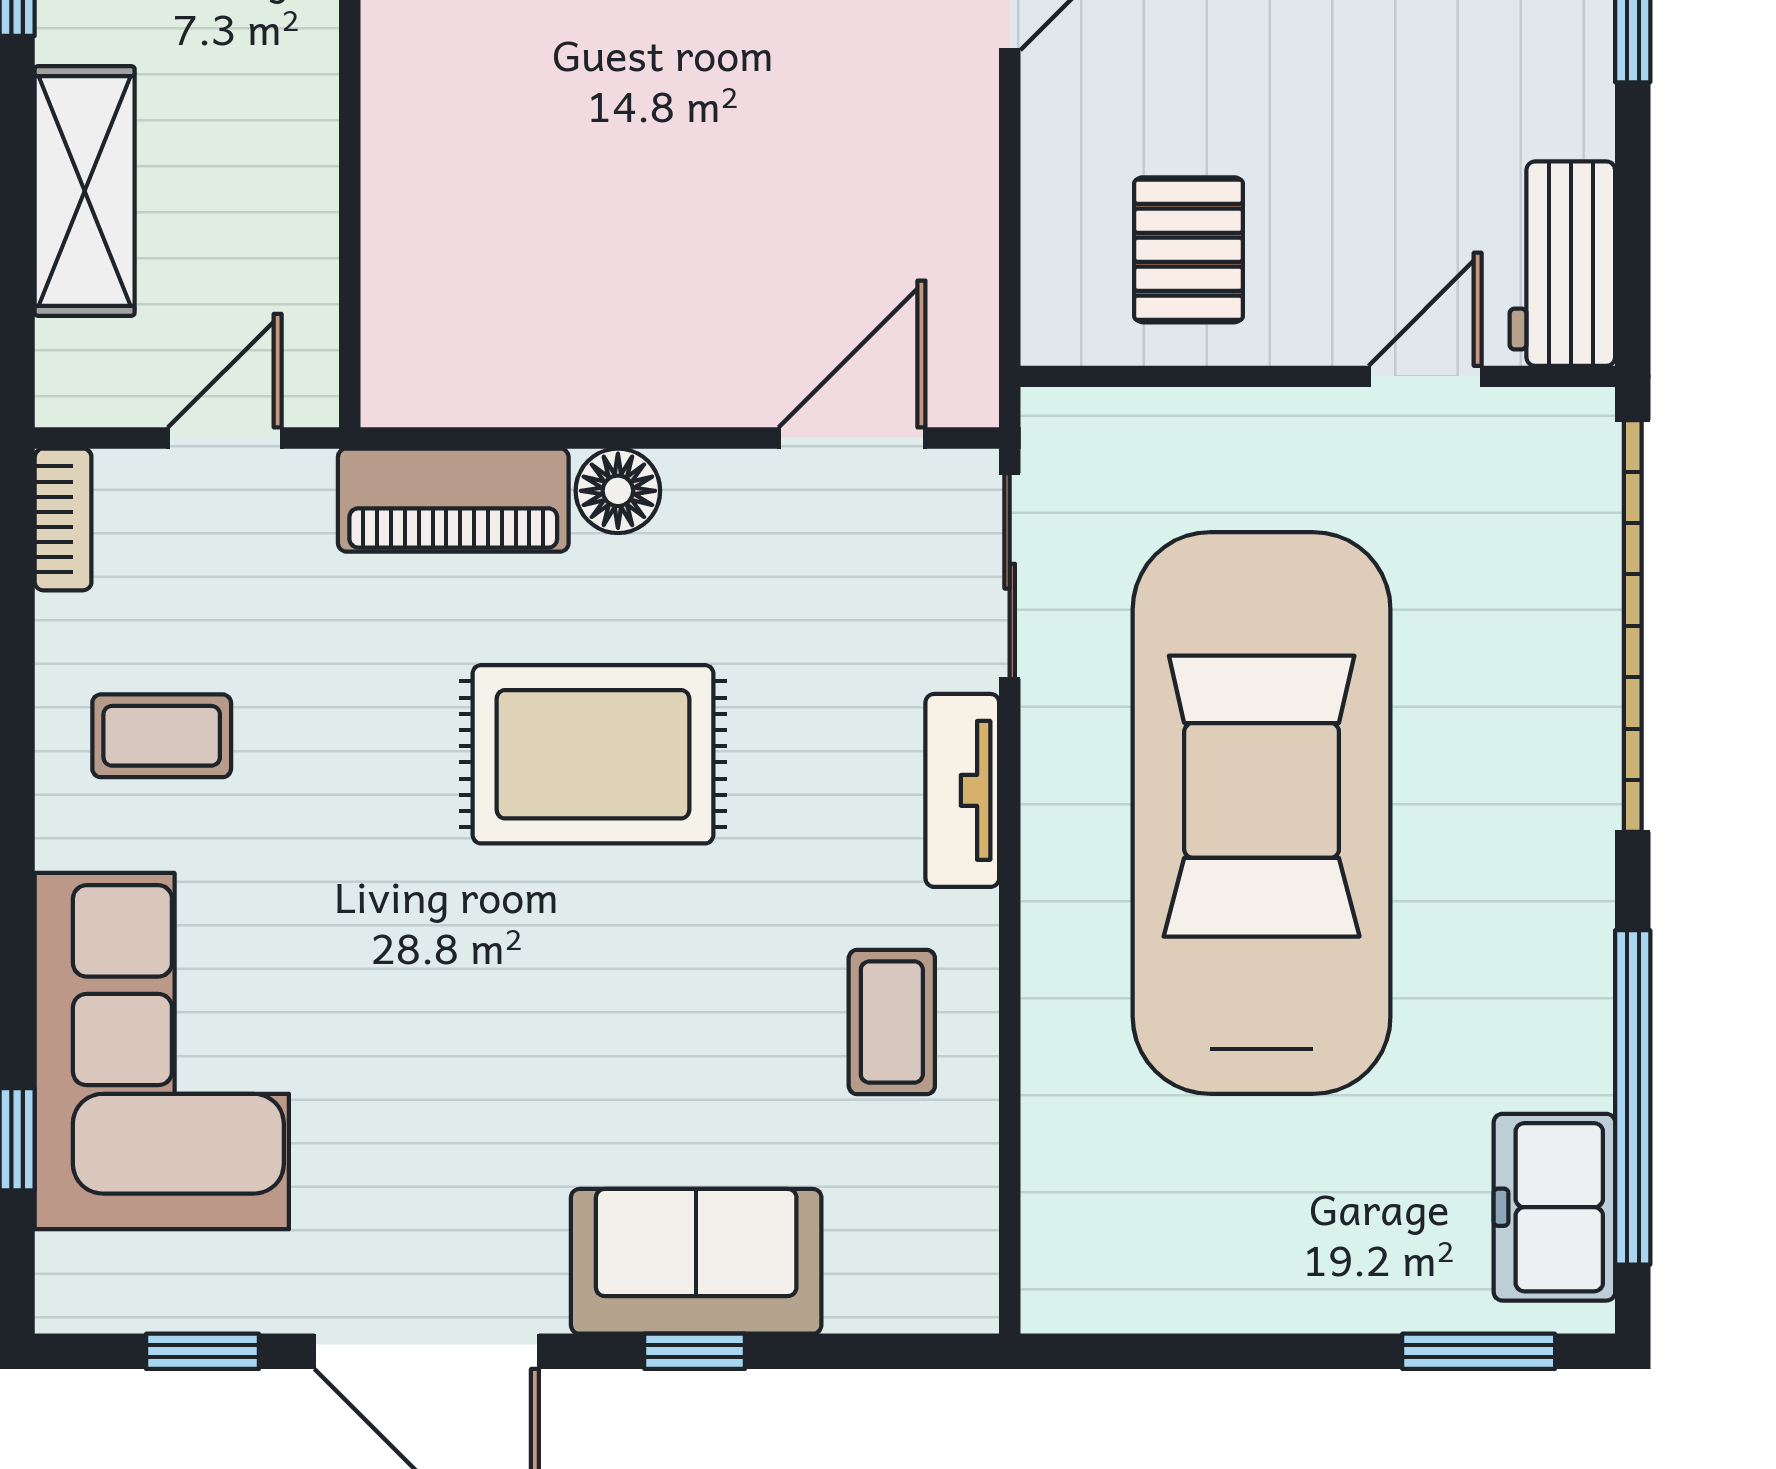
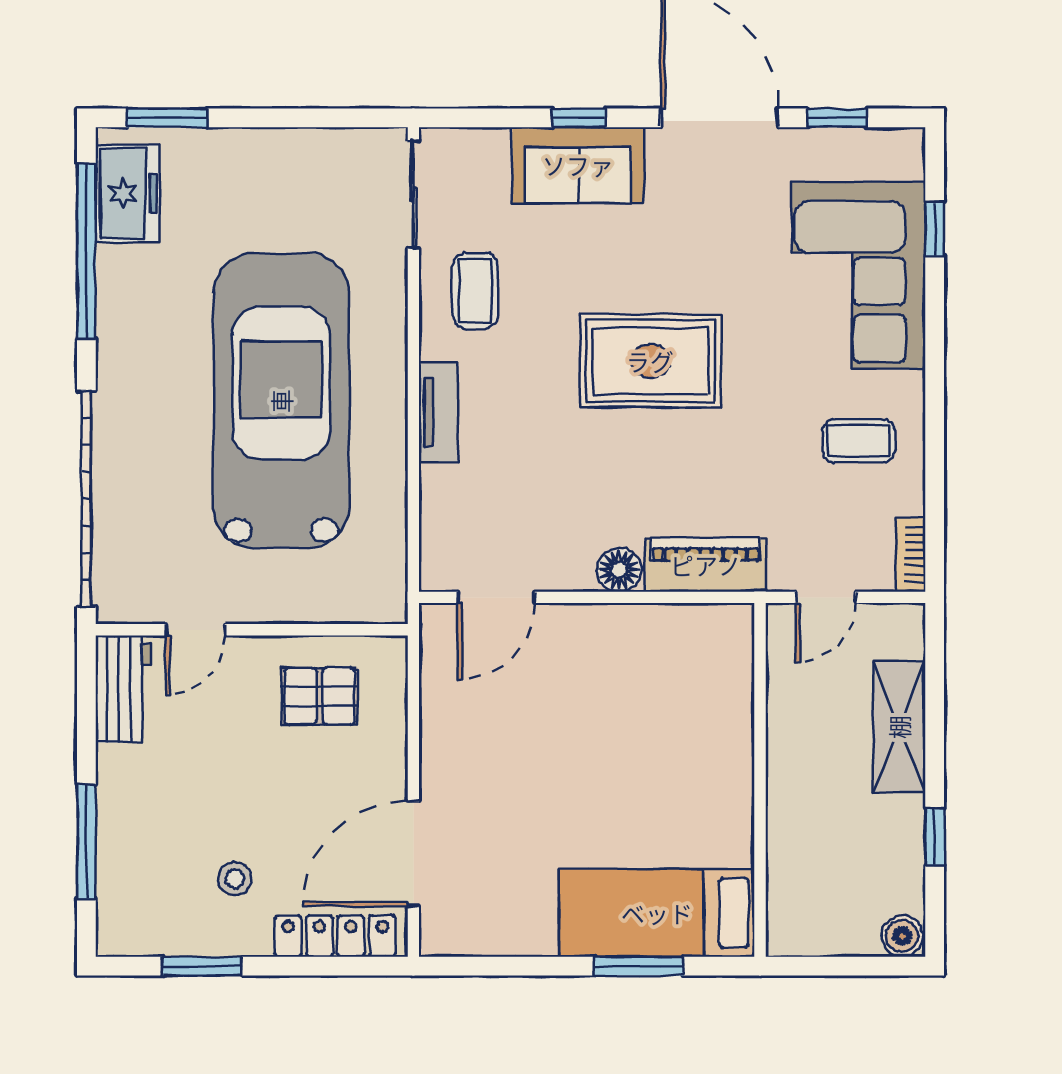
pallet: (1189, 250) -> (320, 696), turned 90
sliding door: (1010, 576) -> (413, 194), moved
rug: (593, 754) -> (650, 361), moved
car: (1262, 813) -> (281, 401), turned 180

